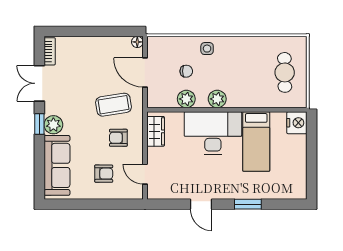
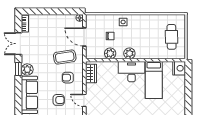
desk: (213, 133) -> (132, 72), width x0.73, depth x0.77

